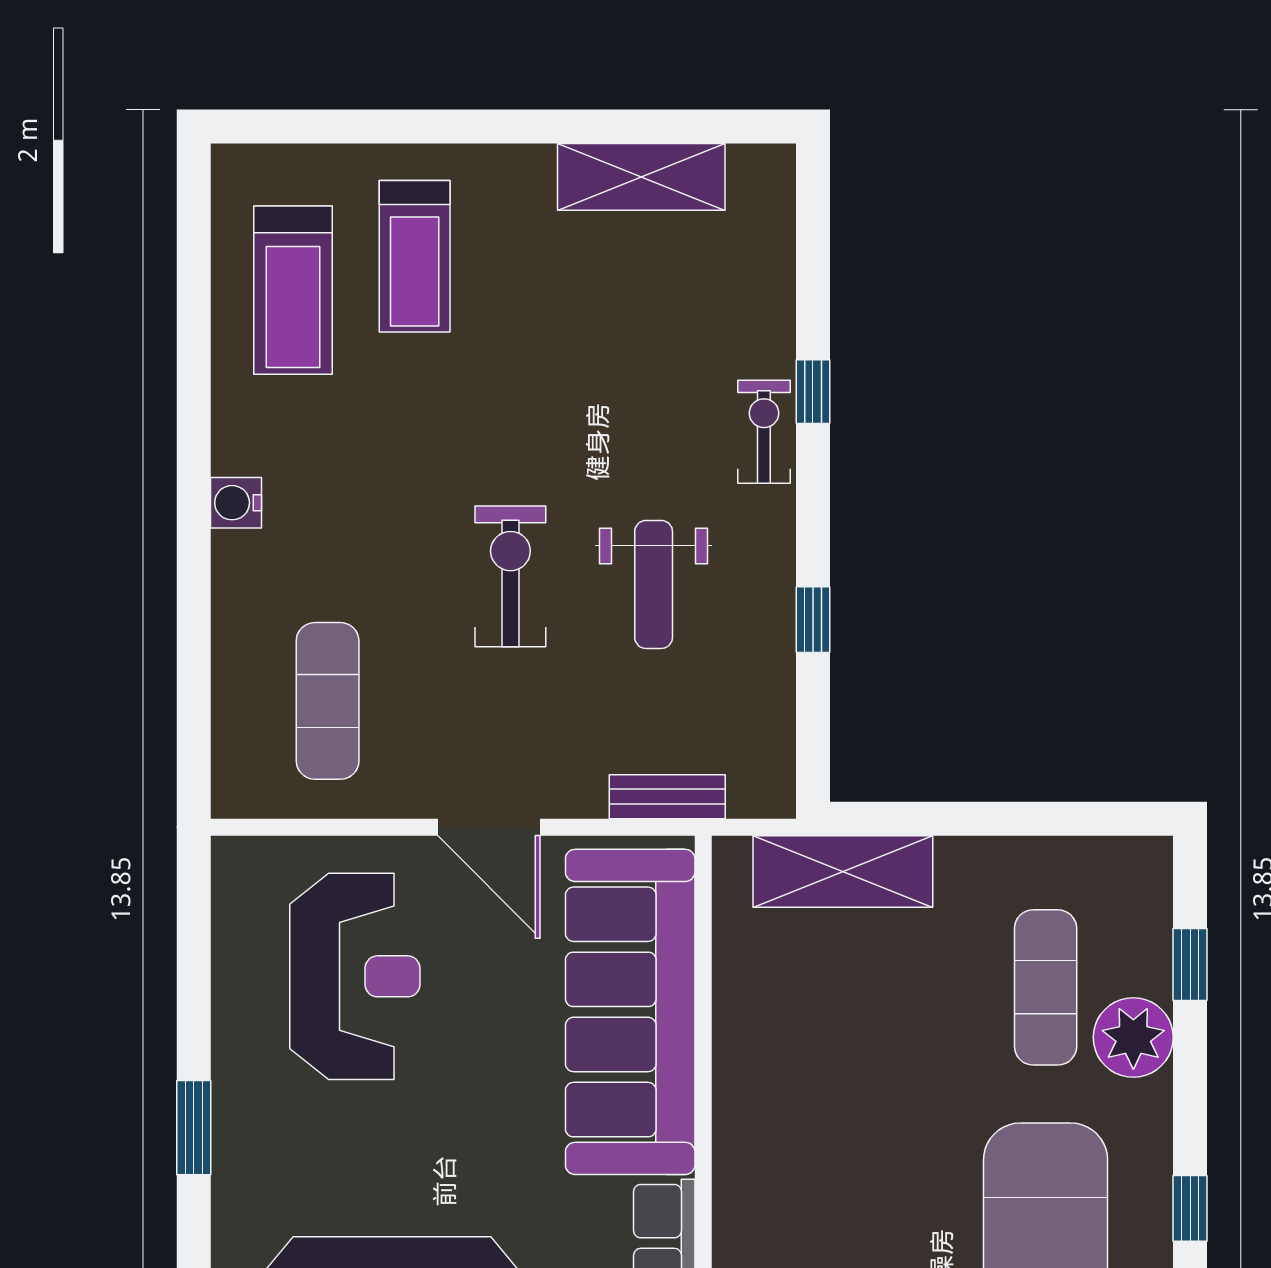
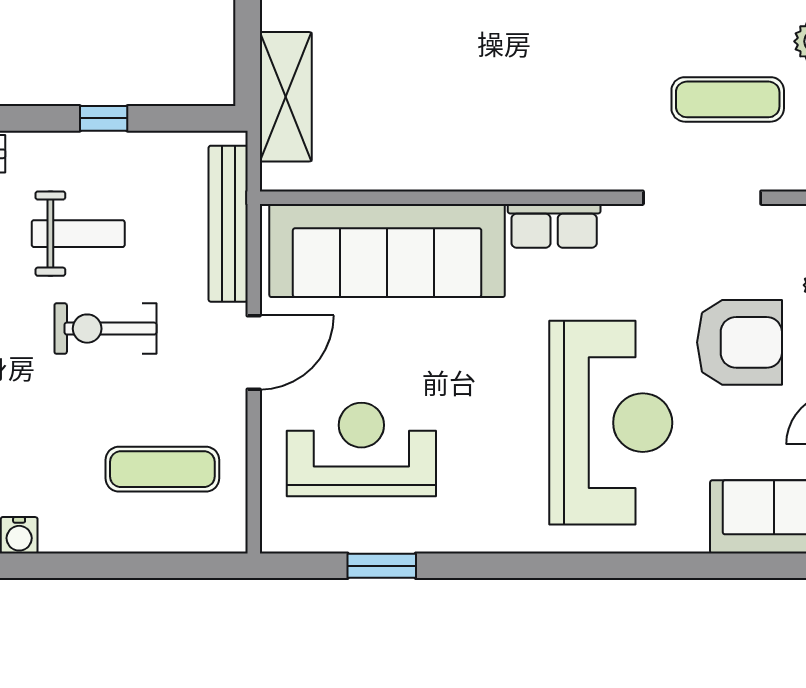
exercise bike: (510, 576) -> (105, 329), moved
bench: (667, 797) -> (228, 224), width x1.86, depth x1.21
window: (194, 1128) -> (382, 566), moved

